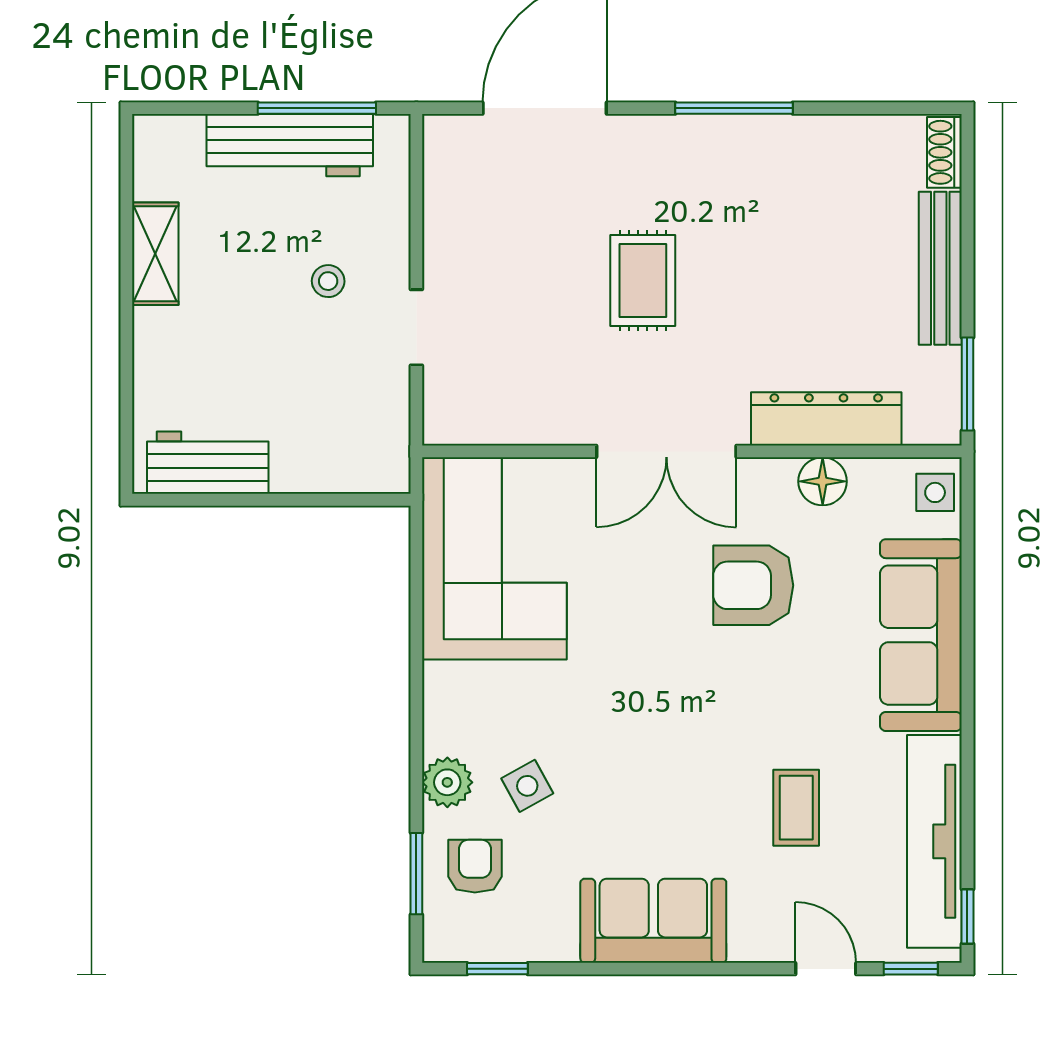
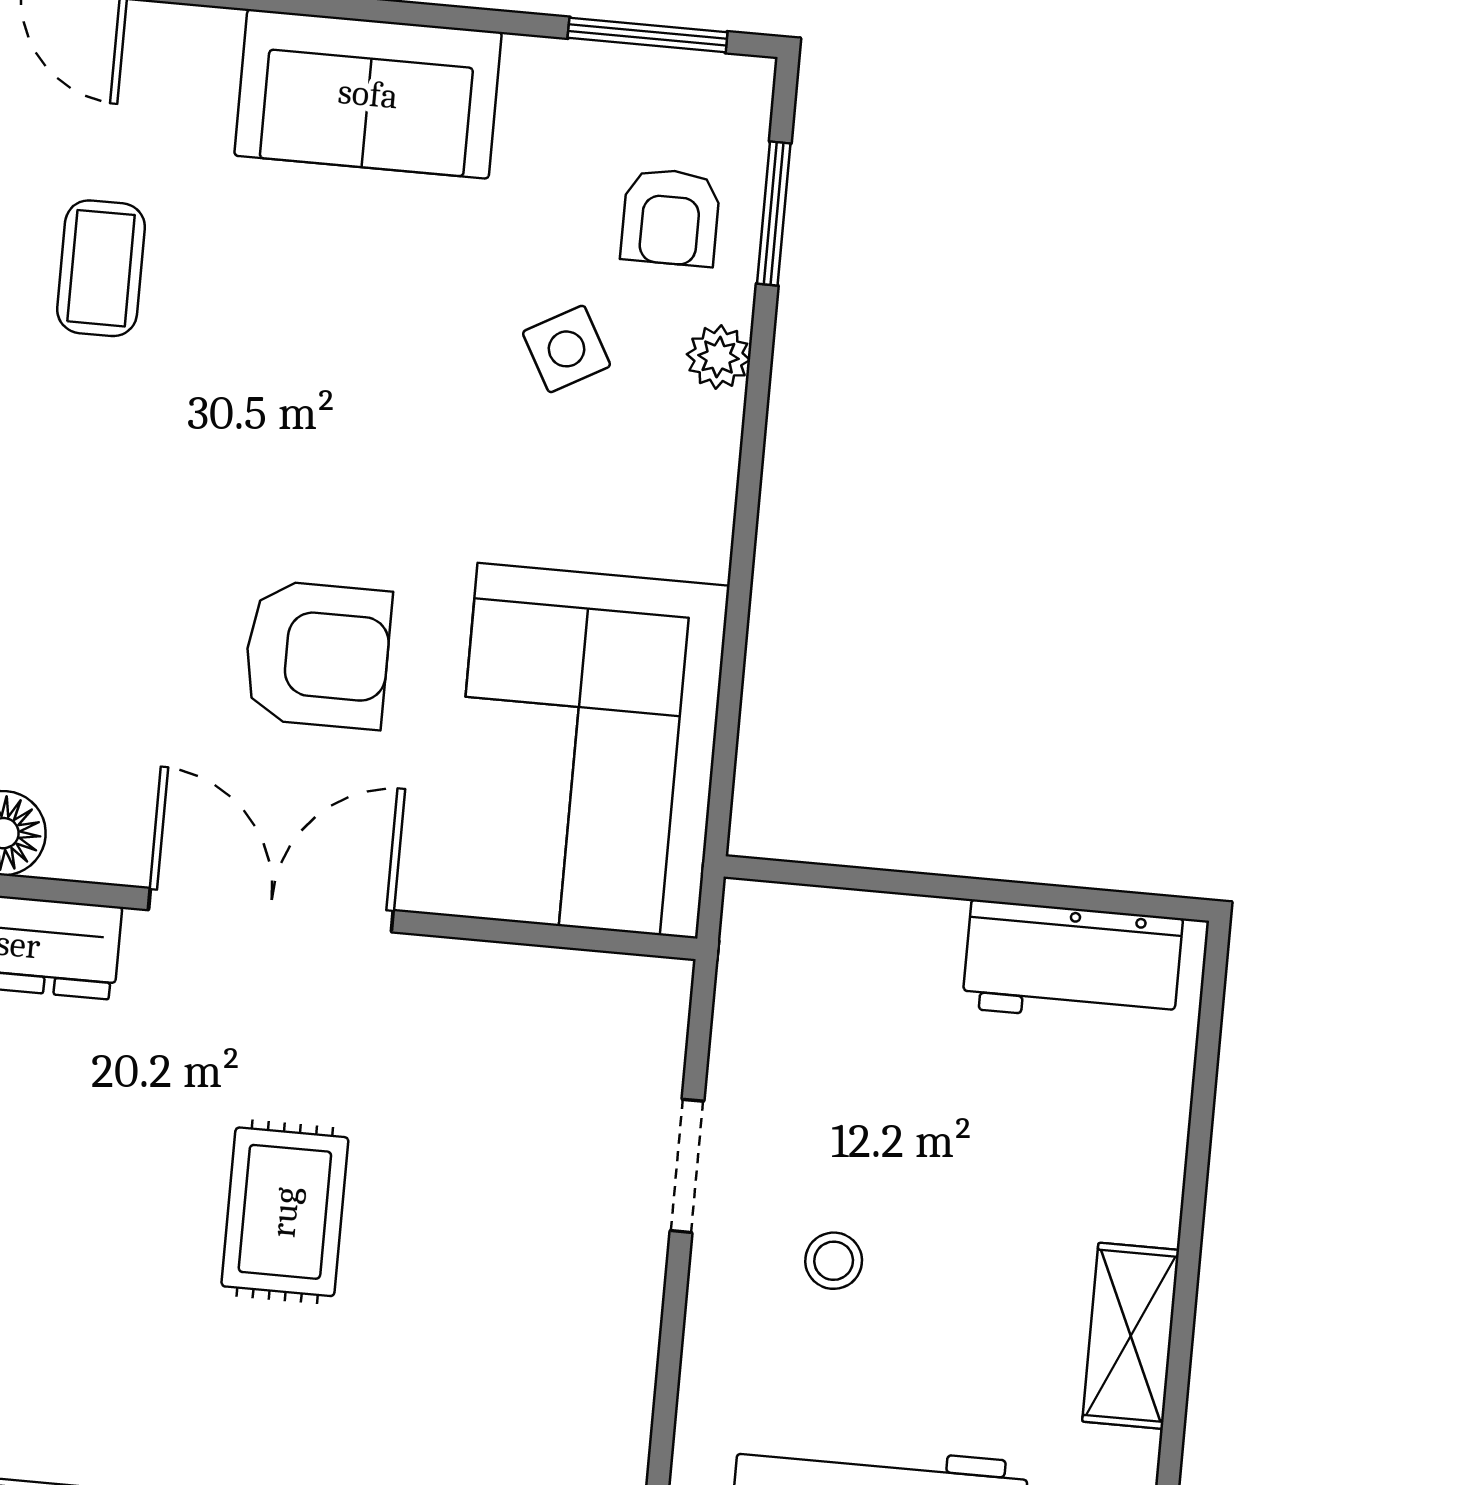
armchair: (753, 585) -> (317, 655), moved
plant: (447, 782) -> (718, 357), width x0.73, depth x0.73
window: (497, 969) -> (648, 35), width x1.50

